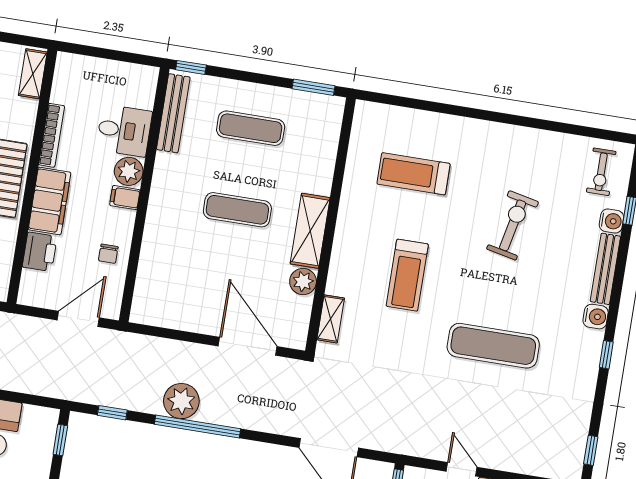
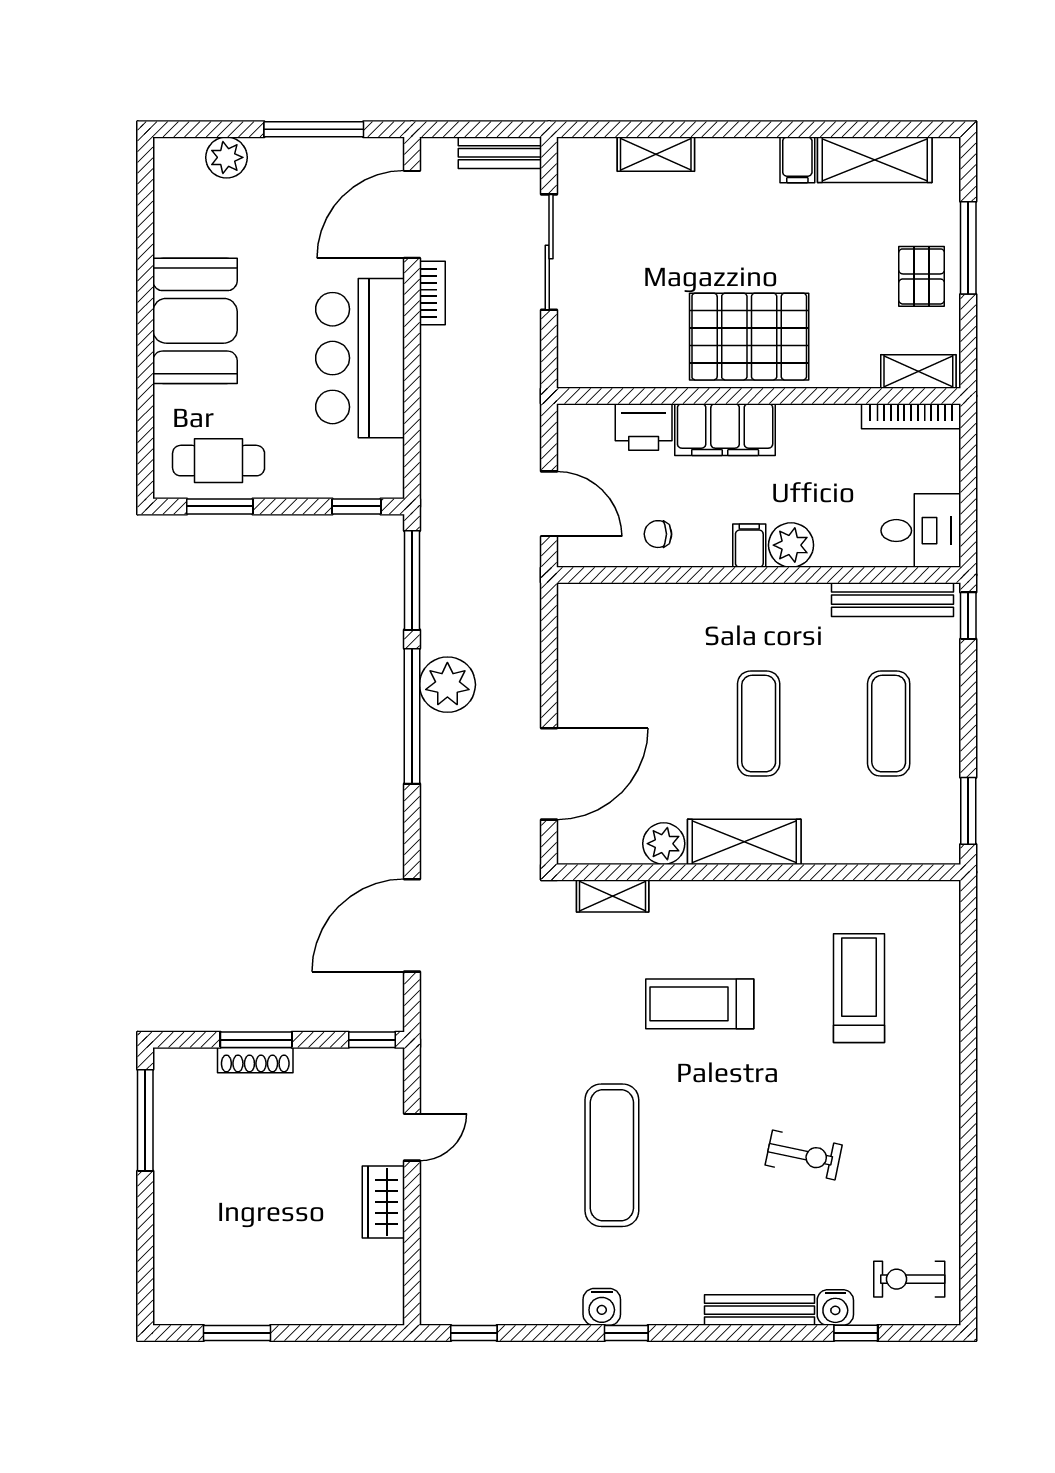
desk: (124, 131) -> (921, 531), moved, turned -90
bookcase: (52, 135) -> (911, 416), moved
exercise bike: (513, 225) -> (804, 1155), width x0.73, depth x0.72
water cooler: (596, 317) -> (602, 1307), moved
window: (112, 413) -> (412, 580), width x2.17

